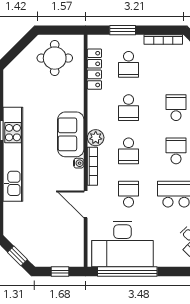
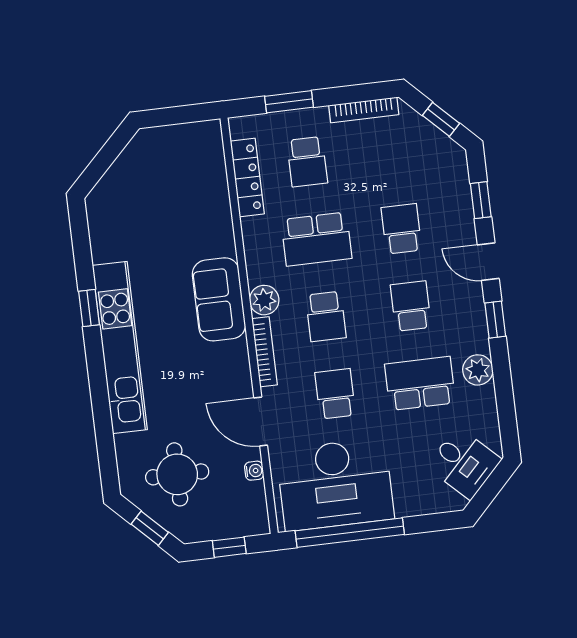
round table: (55, 58) -> (177, 474), moved
school desk: (129, 108) -> (316, 239), width x1.85
water cooler: (79, 163) -> (254, 471), moved

